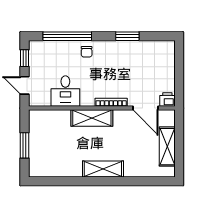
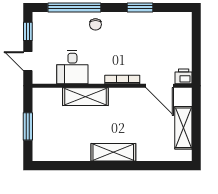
shelving: (92, 118) -> (85, 97), moved

